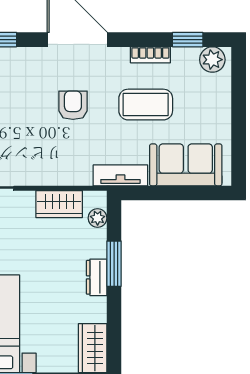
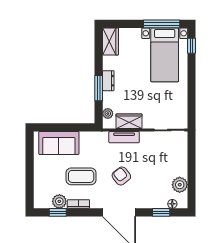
plant: (212, 60) -> (59, 201), moved
armchair: (73, 105) -> (121, 176), turned 142
tv unit: (120, 175) -> (124, 137), moved

